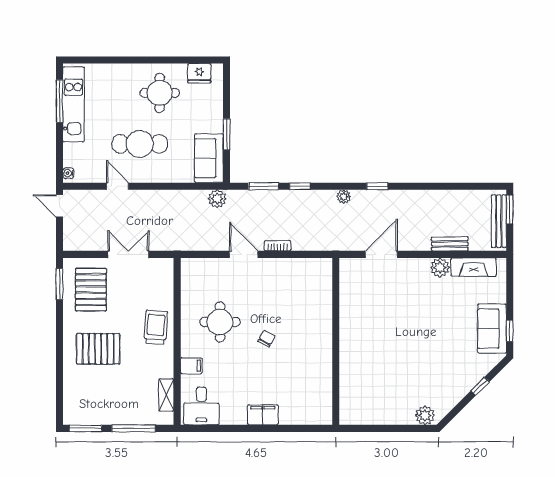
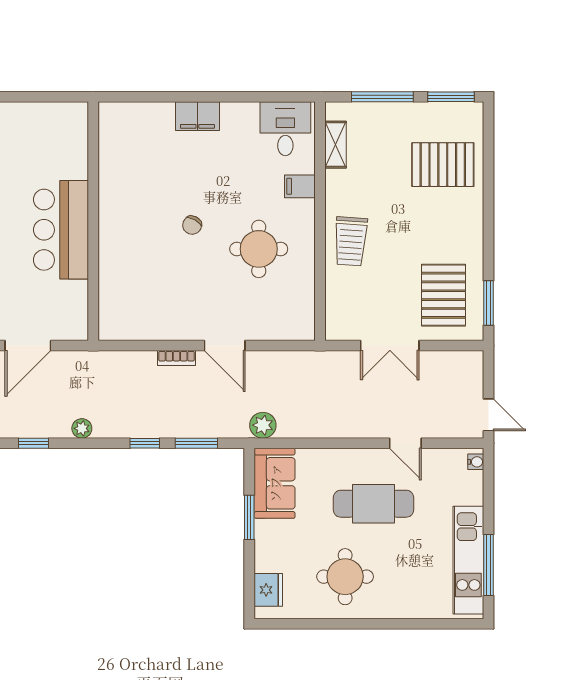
fridge: (199, 73) -> (268, 590), moved, turned 90
bar counter: (358, 335) -> (61, 230), added
pallet: (98, 349) -> (443, 165), moved

